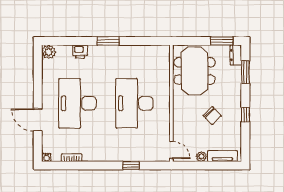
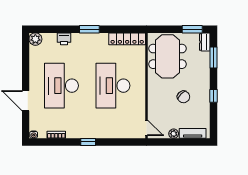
locker: (150, 52) -> (127, 39), added
window: (131, 166) -> (88, 142), moved

